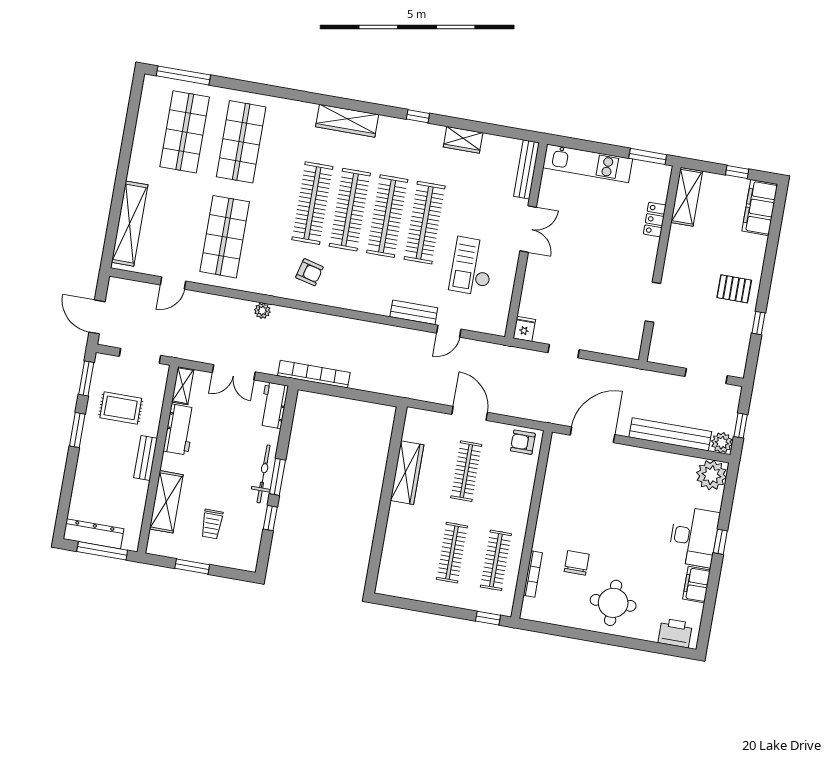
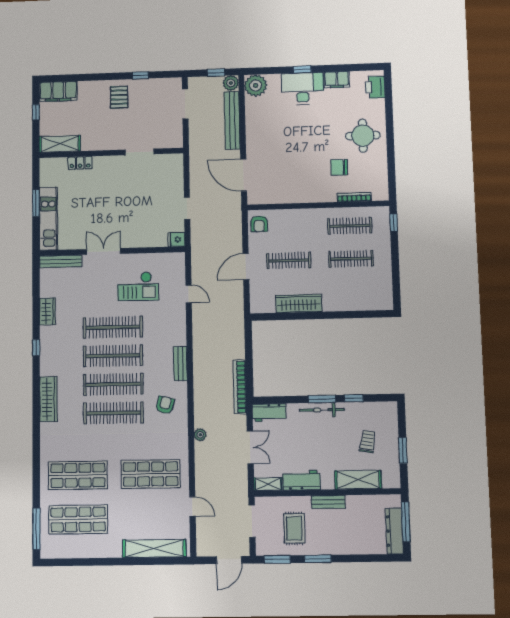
window: (648, 156) -> (36, 203), moved
bench: (414, 312) -> (180, 364), moved
trolley: (212, 524) -> (368, 442), turned -80

